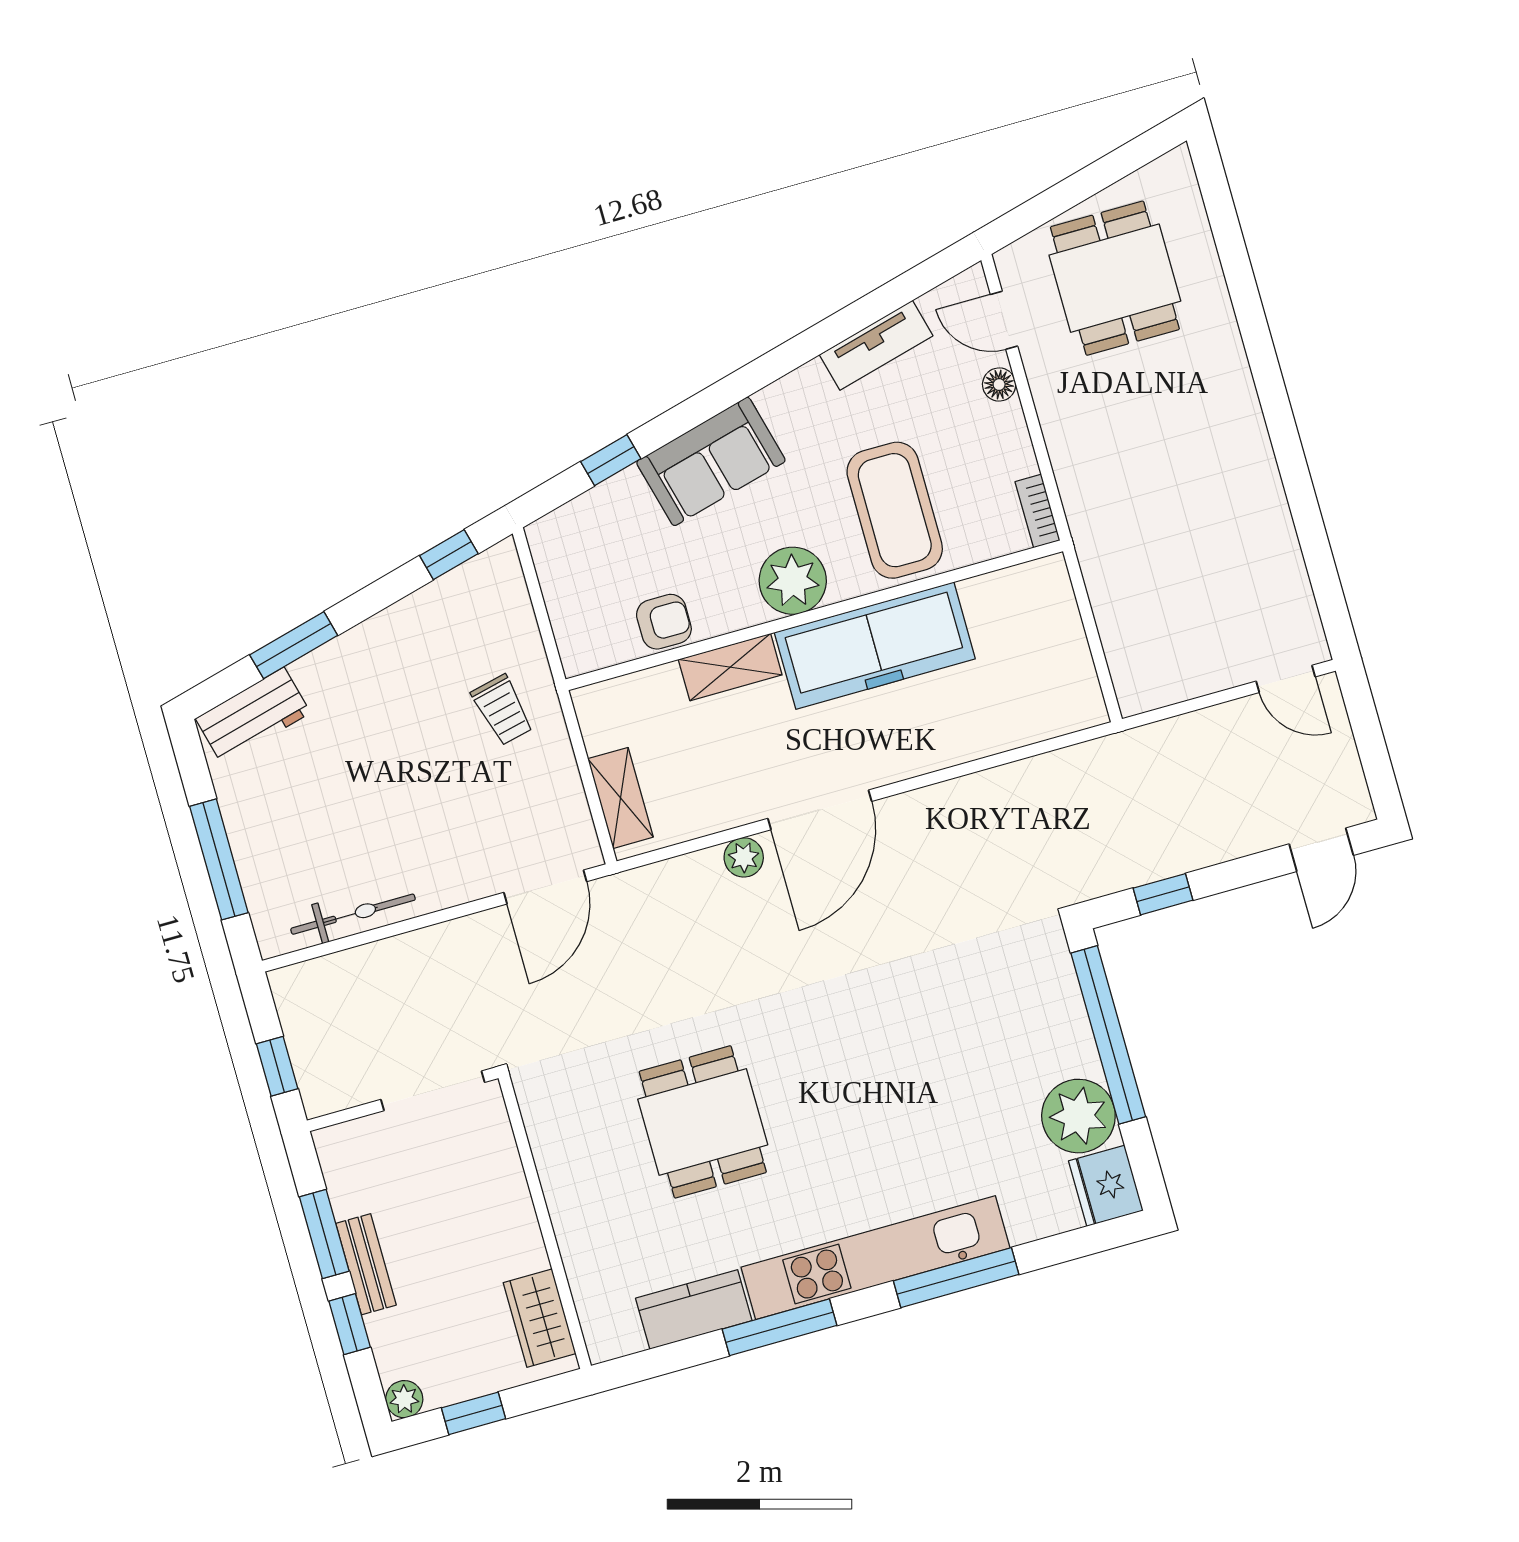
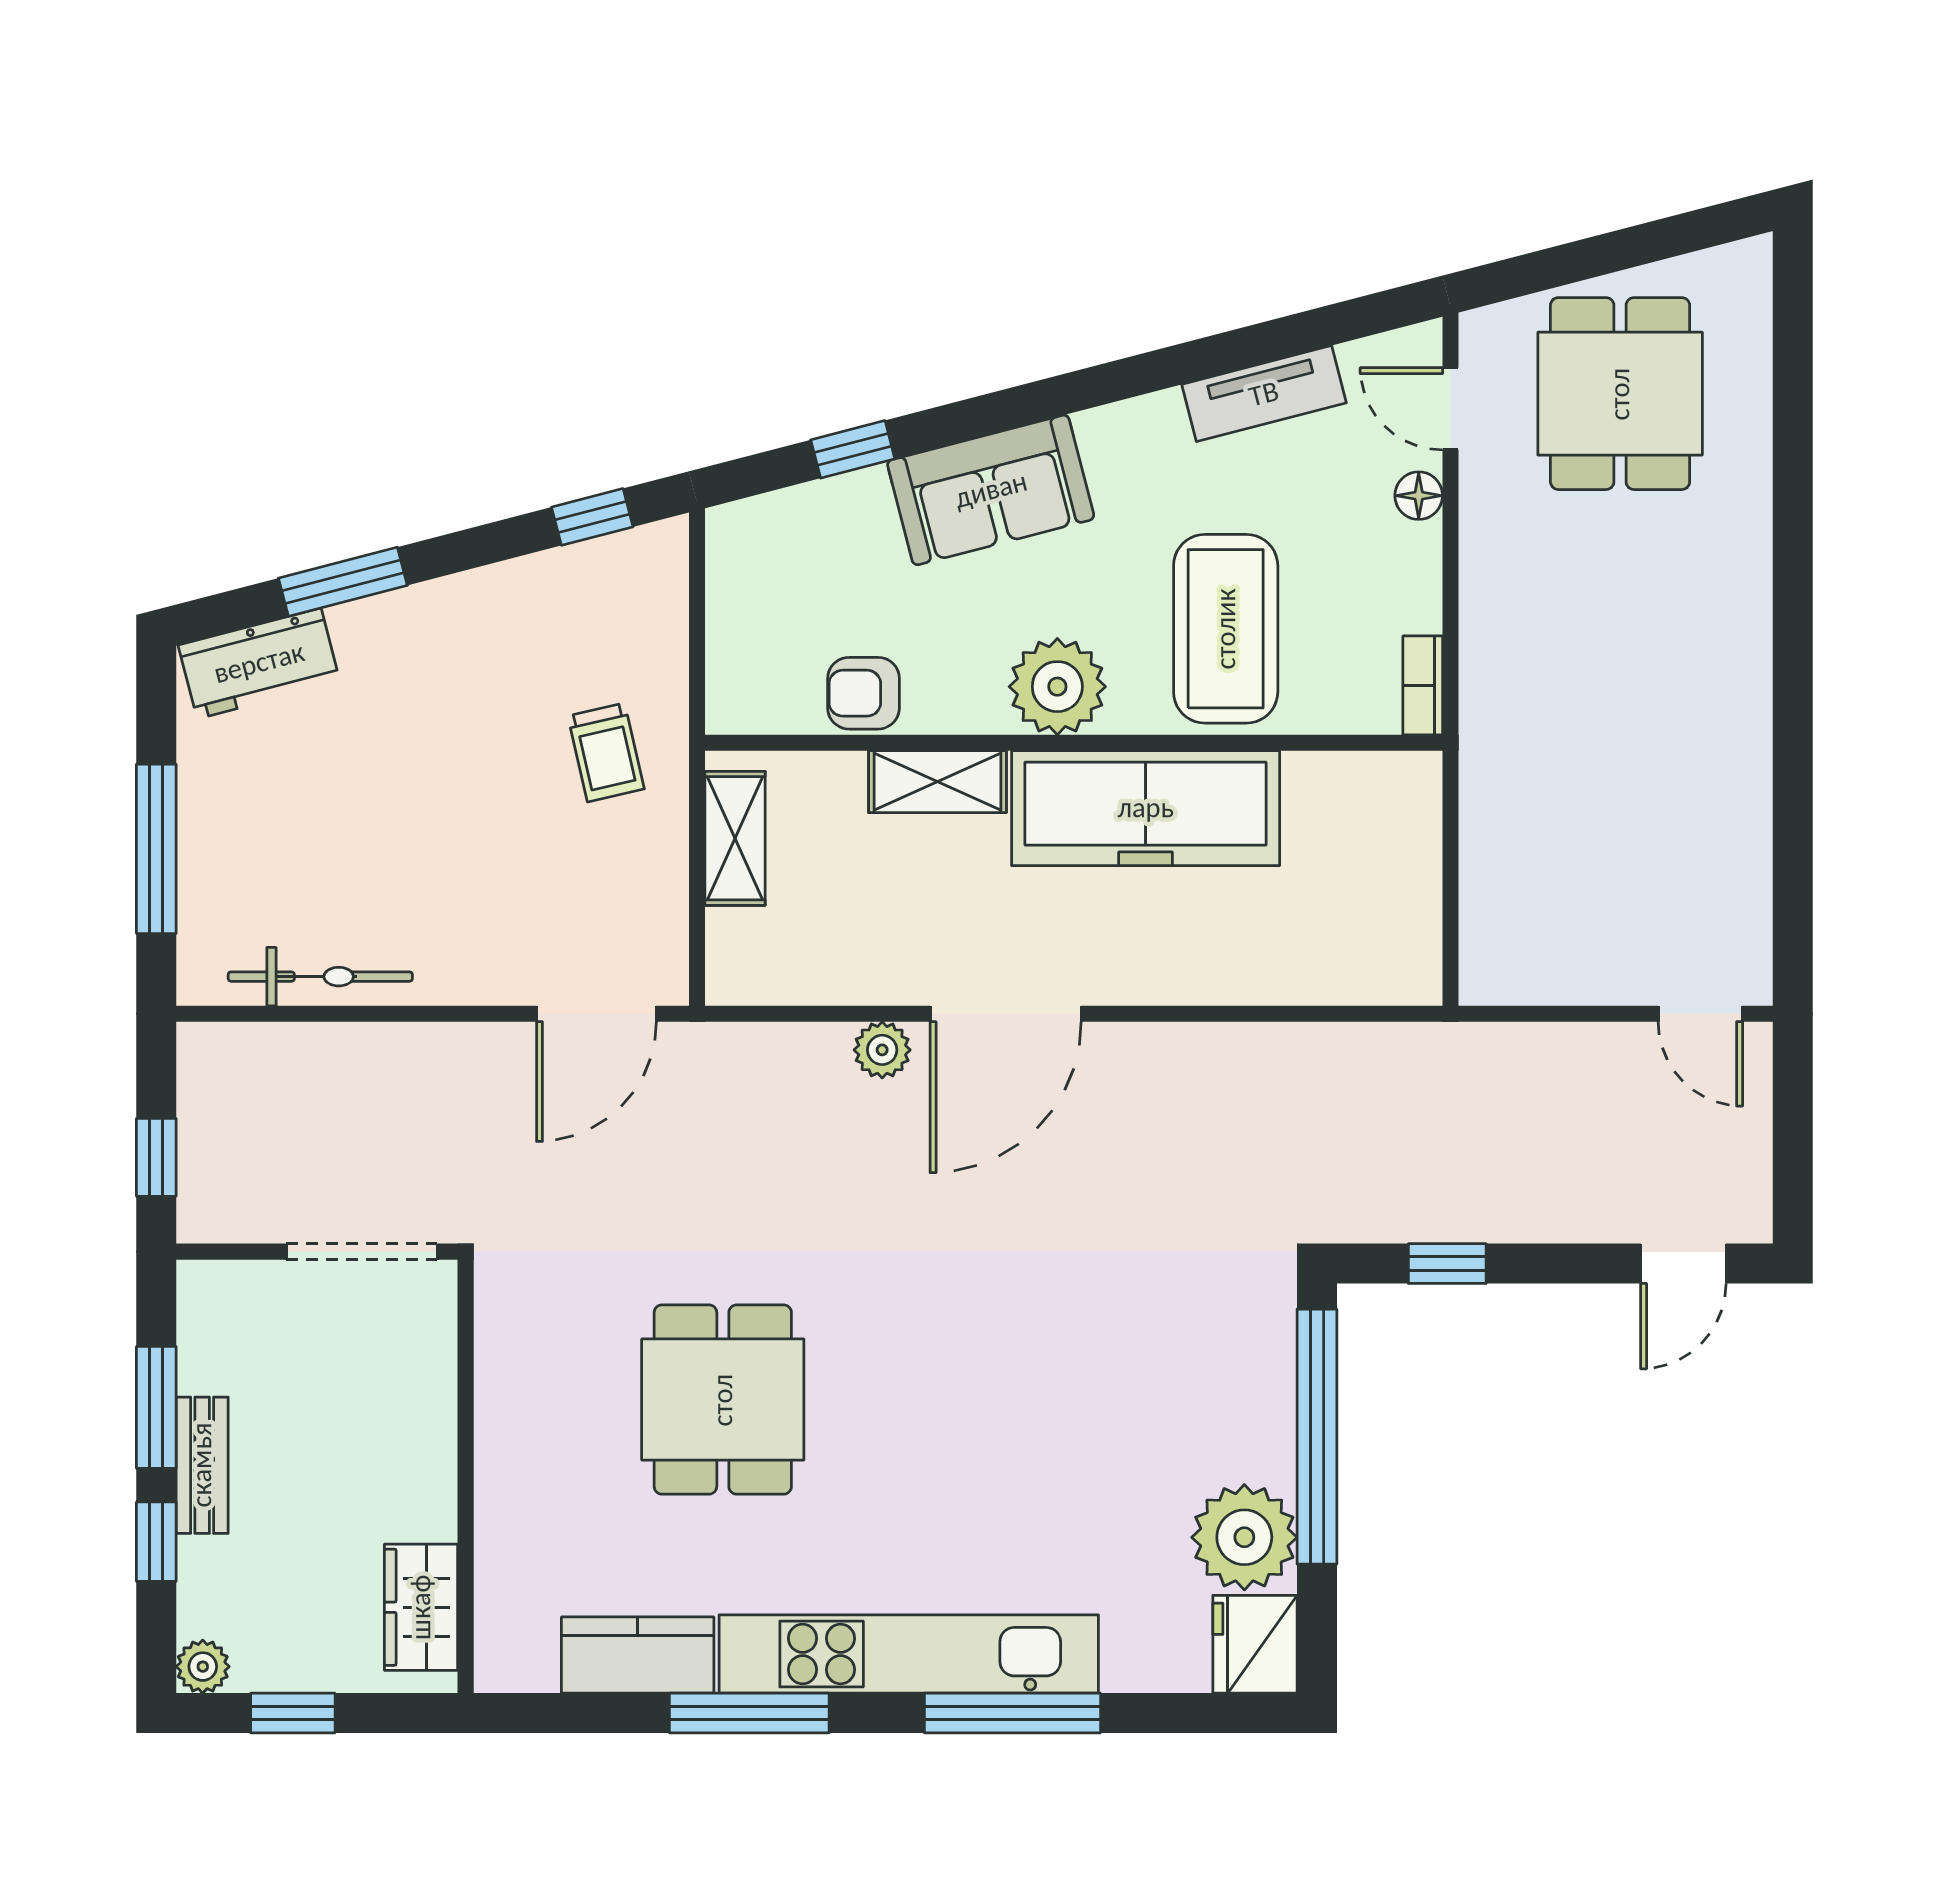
armchair: (664, 622) -> (864, 693), turned 180
shelving: (621, 798) -> (735, 838), moved

